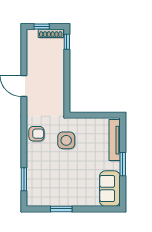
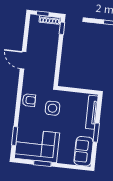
corner sofa: (52, 188) -> (37, 146), added

